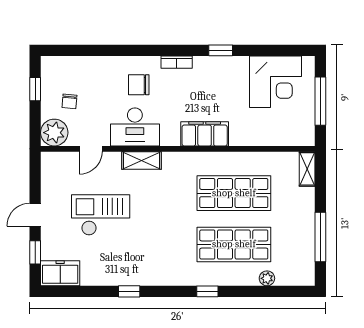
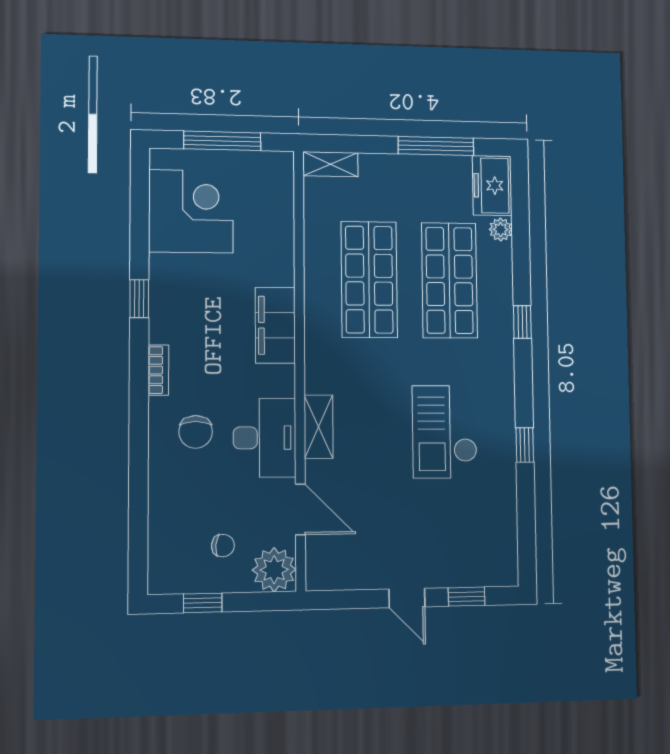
door: (91, 149) -> (300, 509), width x1.38
checkout: (101, 215) -> (445, 432), moved
freezer: (60, 273) -> (492, 186), moved

